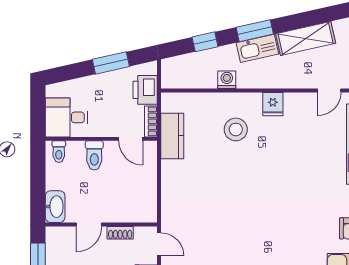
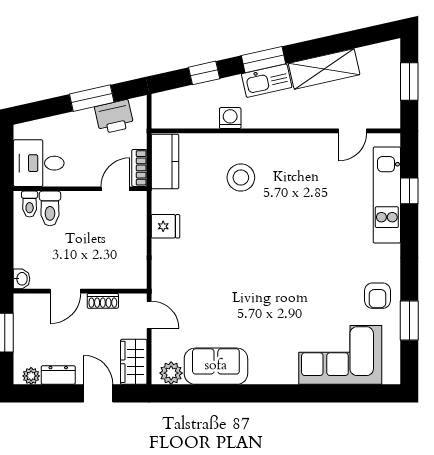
printer: (145, 90) -> (114, 117), moved, turned -103
fridge: (273, 104) -> (165, 226), moved, turned -90
kitchen counter: (172, 136) -> (165, 162), moved
door: (131, 139) -> (115, 189), swing flipped
toilet: (94, 155) -> (50, 208), moved
washbasin: (55, 207) -> (22, 279), width x0.52, depth x0.69

